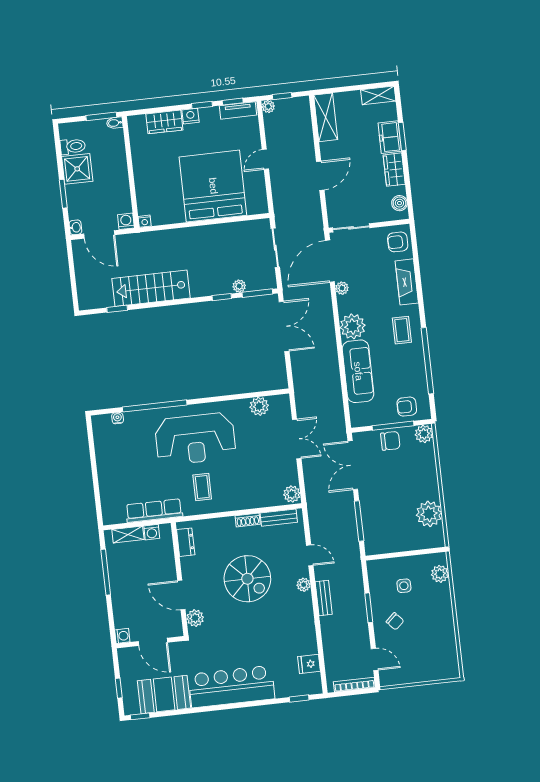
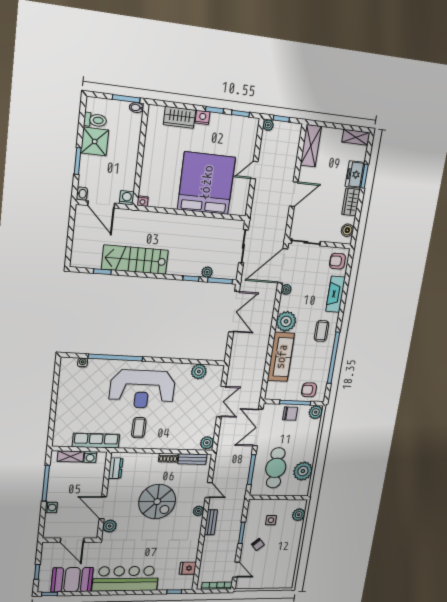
tv unit: (238, 110) -> (243, 122), removed
cafe table: (391, 514) -> (276, 468), added
washing machine: (122, 636) -> (51, 507), moved

